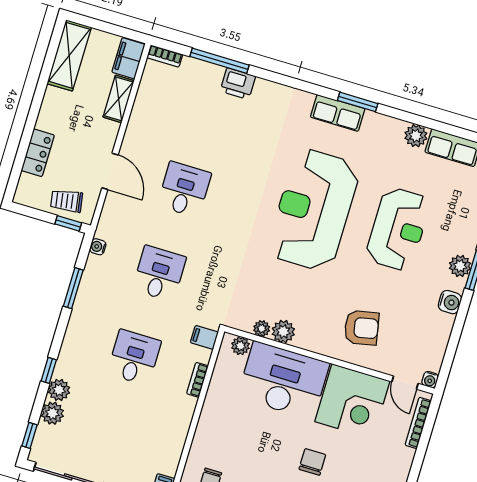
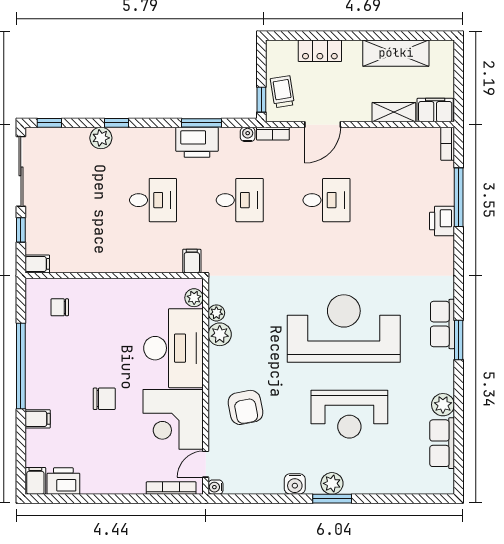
shelving: (69, 55) -> (396, 53), moved
printer: (91, 298) -> (197, 142), added
bookcase: (198, 380) -> (273, 134), moved, turned 180
plant: (52, 413) -> (77, 138), removed

